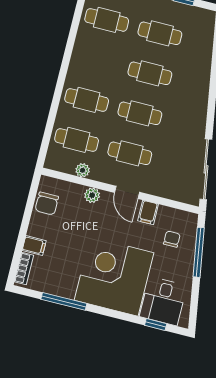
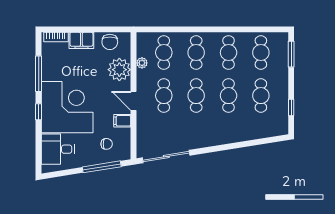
cafe table: (97, 60) -> (229, 53), added
door: (127, 192) -> (134, 101), hinge flipped
plant: (92, 195) -> (119, 70), width x1.88, depth x1.88
chair: (47, 203) -> (110, 42), turned -90
filing cabinet: (34, 246) -> (81, 40), width x2.00
window: (156, 325) -> (39, 112), moved

